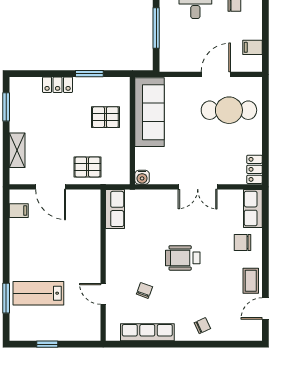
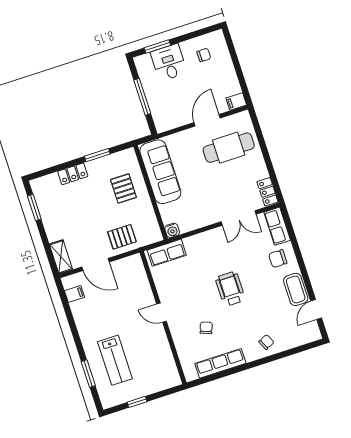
filing cabinet: (252, 47) -> (236, 102), moved
pallet: (105, 117) -> (123, 188), turned 90
shelving: (17, 150) -> (61, 257), moved
double door: (198, 187) -> (239, 218), moved
row of seats: (115, 209) -> (167, 253), moved, turned 90
wheelchair: (183, 258) -> (230, 289), turned 90
coffee table: (251, 281) -> (296, 289), width x1.36, depth x1.30
lab bench: (38, 293) -> (115, 360), turned -90
door: (103, 294) -> (161, 313), moved

